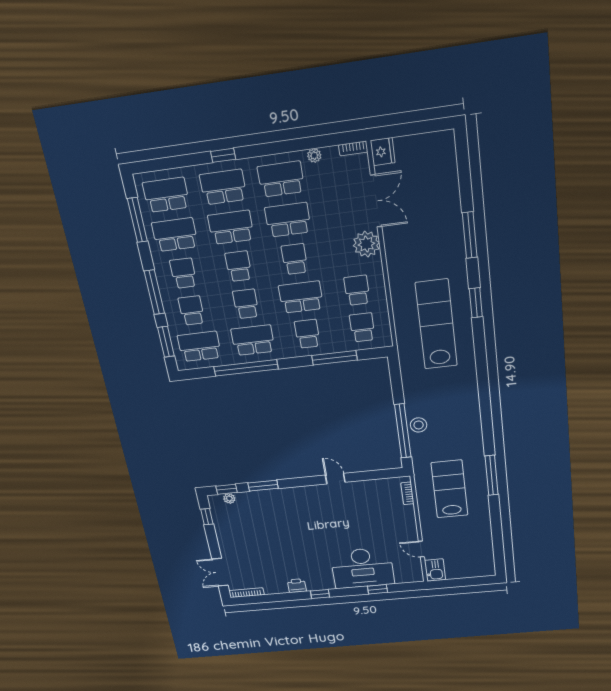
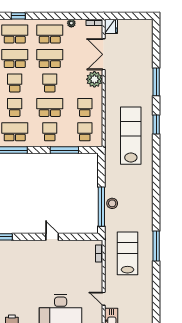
double door: (376, 201) -> (104, 54), swing flipped

